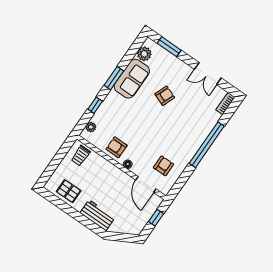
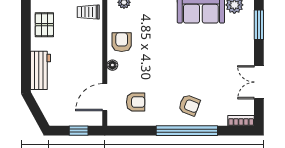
armchair: (165, 96) -> (189, 105), moved

